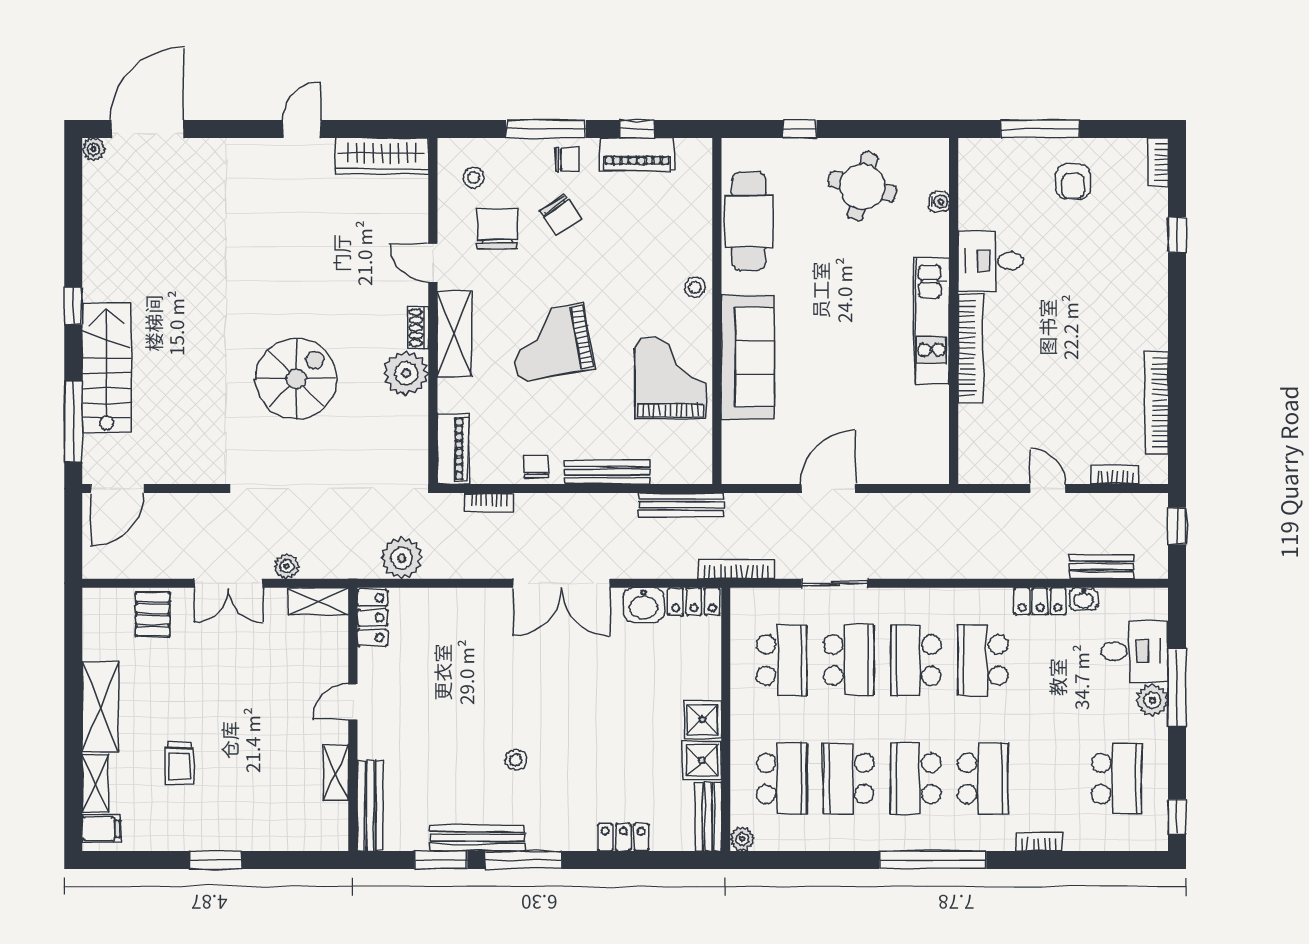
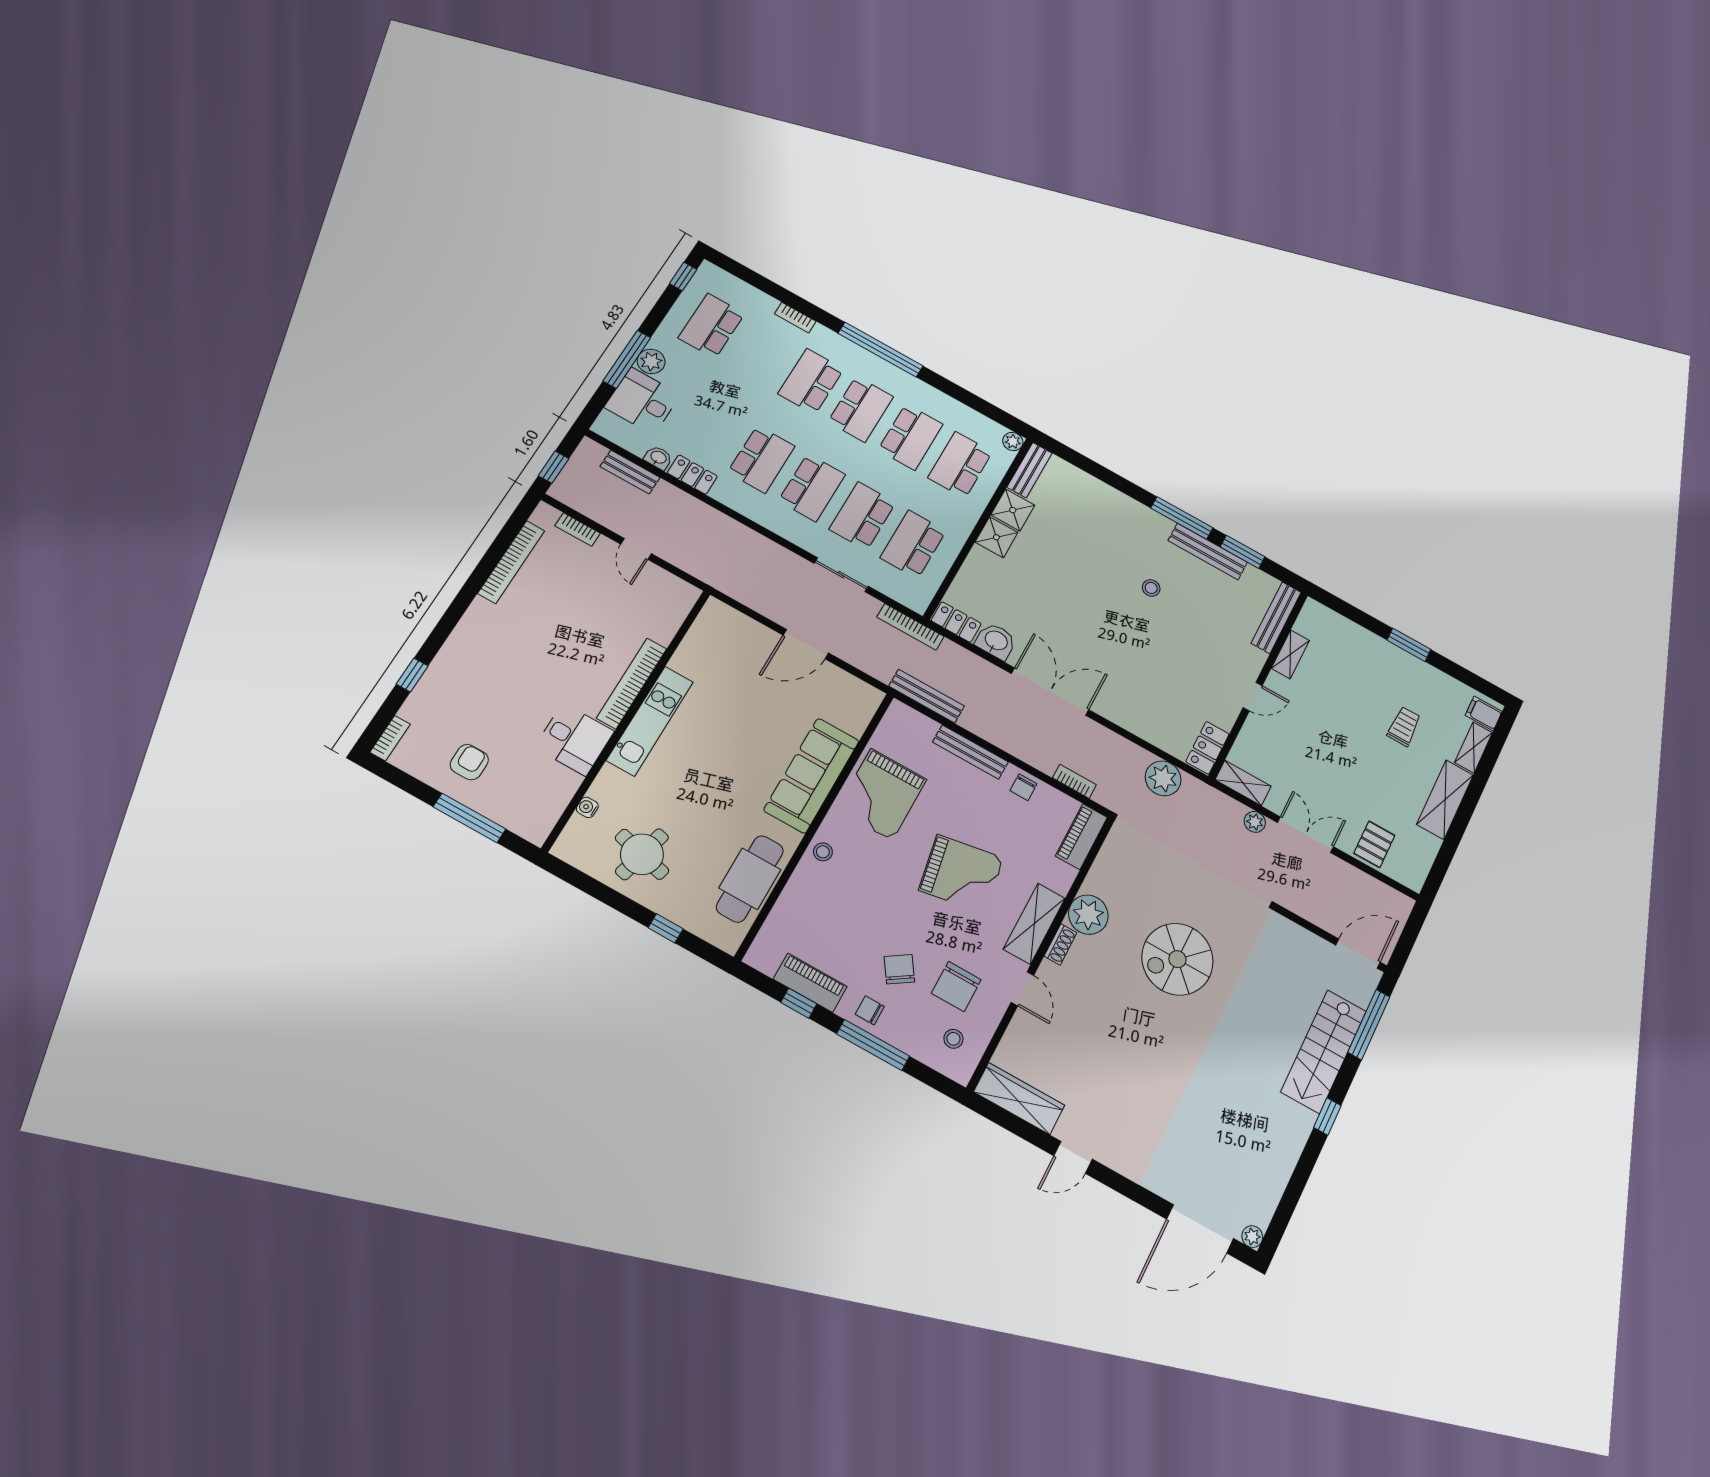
locker: (623, 837) -> (1100, 492), removed

